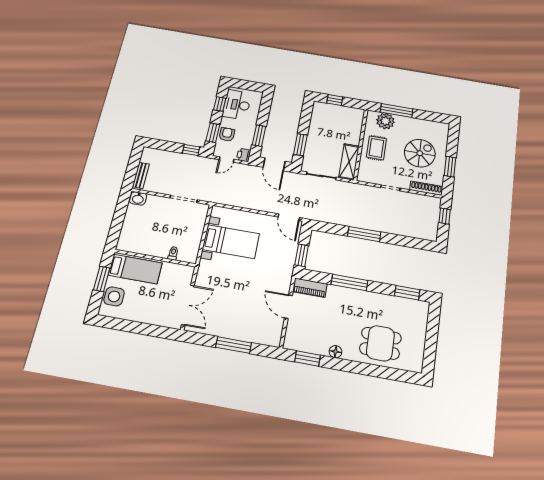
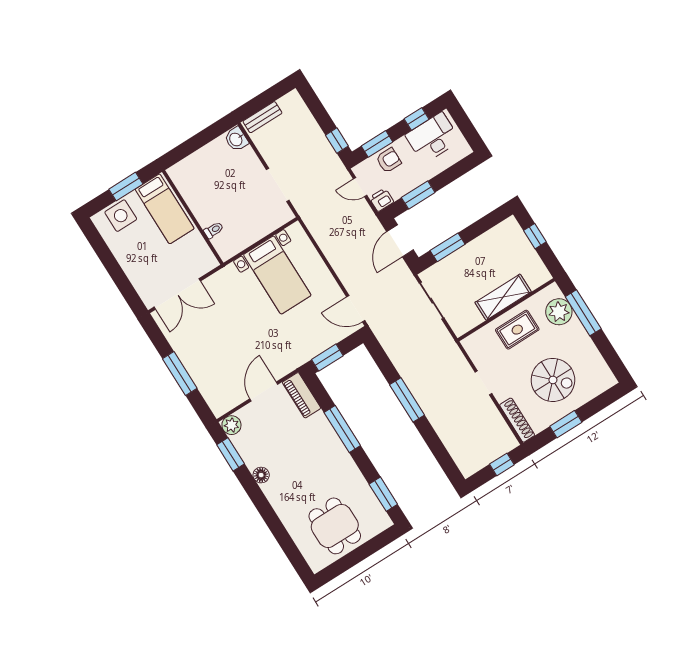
shelving: (349, 162) -> (503, 297), moved
door: (289, 217) -> (356, 309), hinge flipped
plant: (291, 342) -> (231, 425), added
dining table: (380, 343) -> (335, 526), moved

